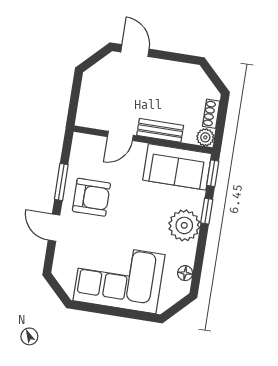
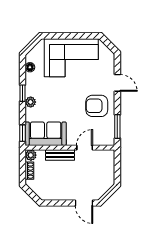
window: (61, 182) -> (117, 126), moved
window: (207, 211) -> (22, 93), moved
plant: (184, 225) -> (31, 102), width x0.53, depth x0.53

